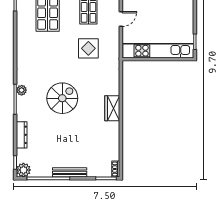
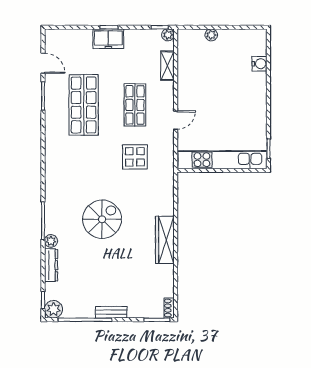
plant: (22, 90) -> (51, 241), moved
wardrobe: (112, 108) -> (165, 240), width x1.50
bench: (70, 172) -> (111, 312), width x0.73

